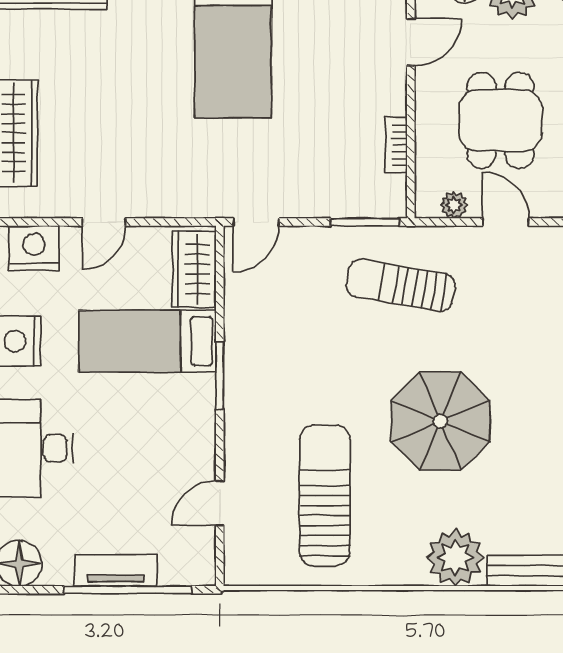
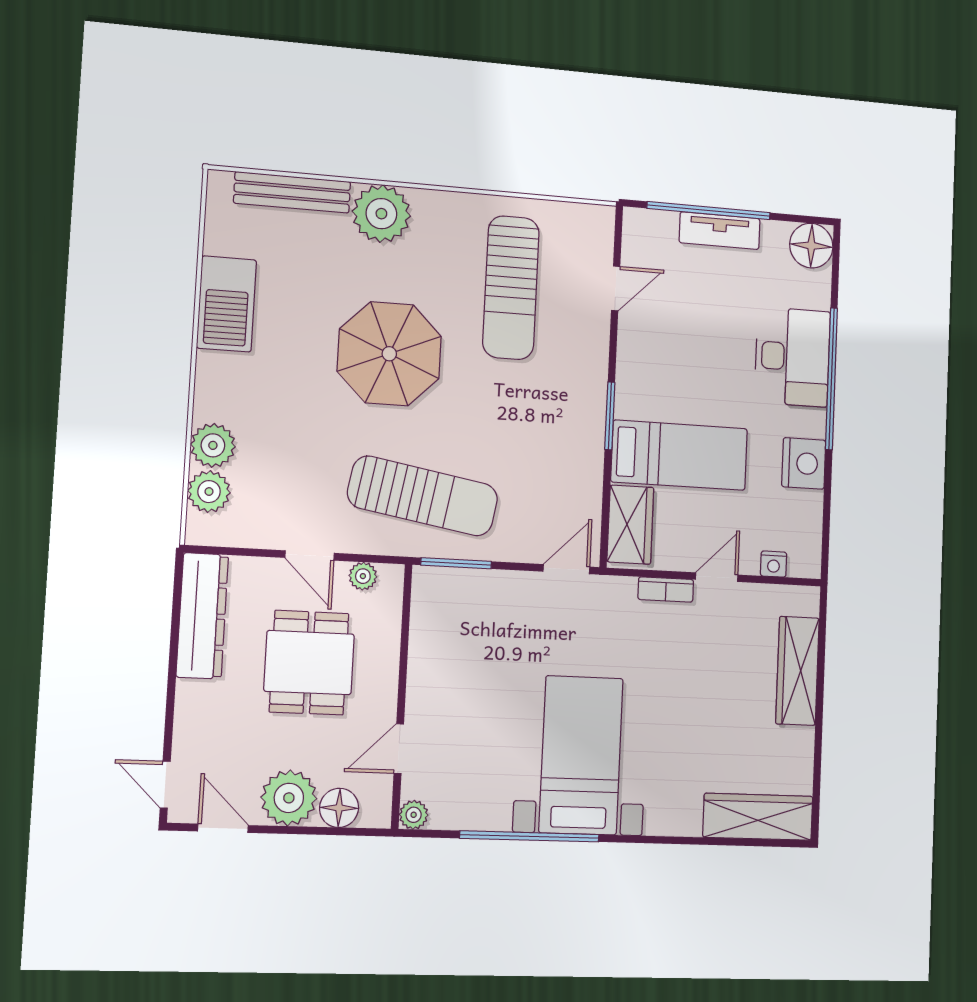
bookcase: (396, 145) -> (666, 589), moved, turned 90
nightstand: (34, 248) -> (774, 564), width x0.53, depth x0.56
sun lounger: (401, 285) -> (423, 496), width x1.36, depth x1.34

